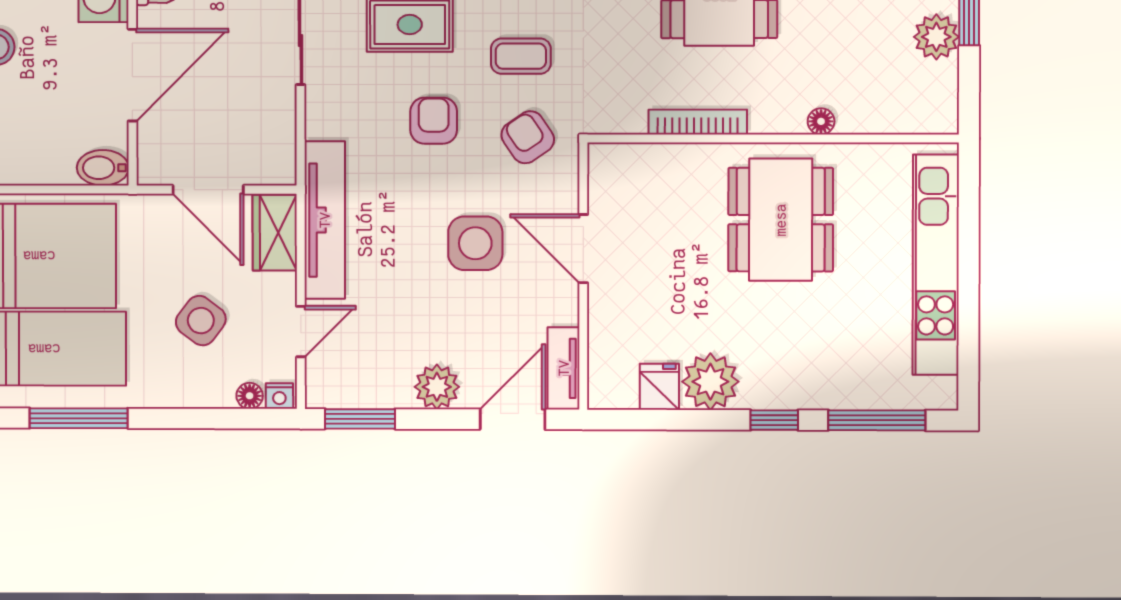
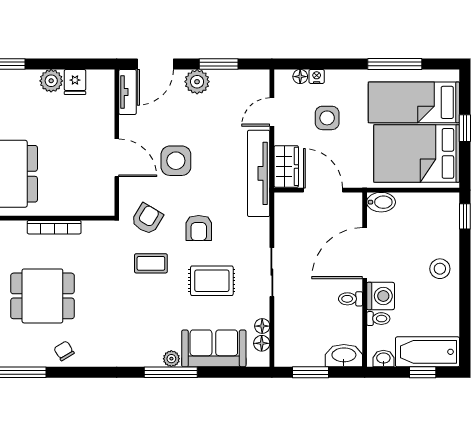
armchair: (528, 137) -> (147, 219), turned -115
side table: (201, 321) -> (327, 118), turned -37
plant: (710, 382) -> (51, 81), width x0.73, depth x0.73
nightstand: (279, 396) -> (317, 76), moved
window: (360, 419) -> (219, 64), moved

